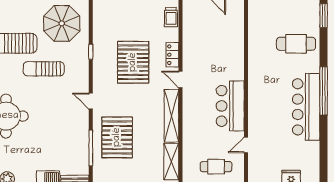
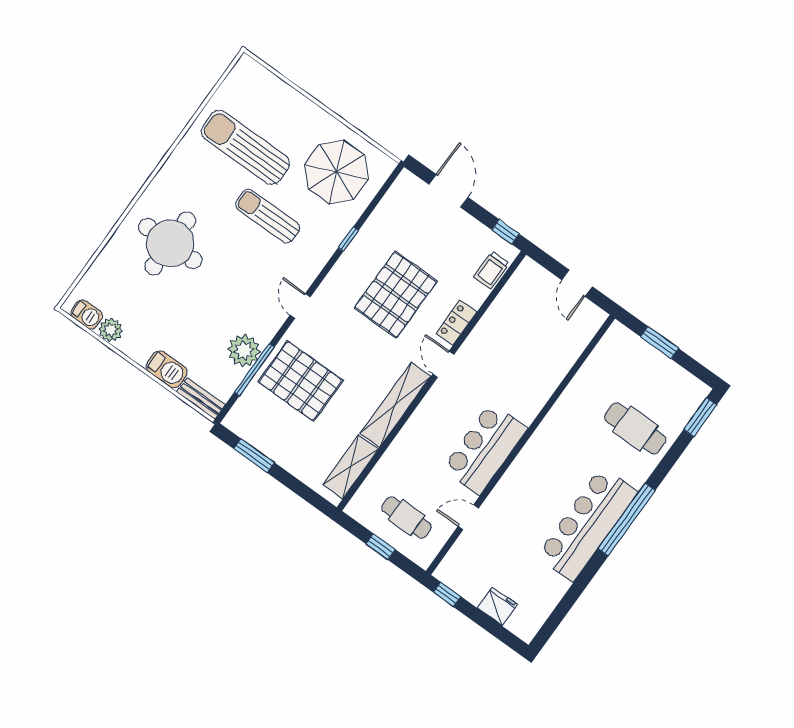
pallet: (117, 137) -> (301, 381), turned 90
plant: (79, 142) -> (244, 351), added

